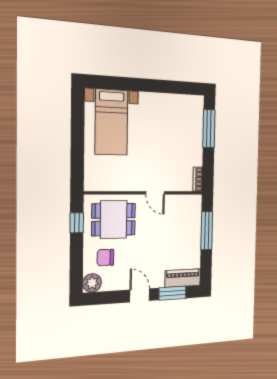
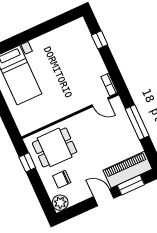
window: (209, 129) -> (100, 40), width x0.46
door: (155, 193) -> (100, 102), moved
piano: (183, 278) -> (128, 170), width x1.37, depth x1.33

